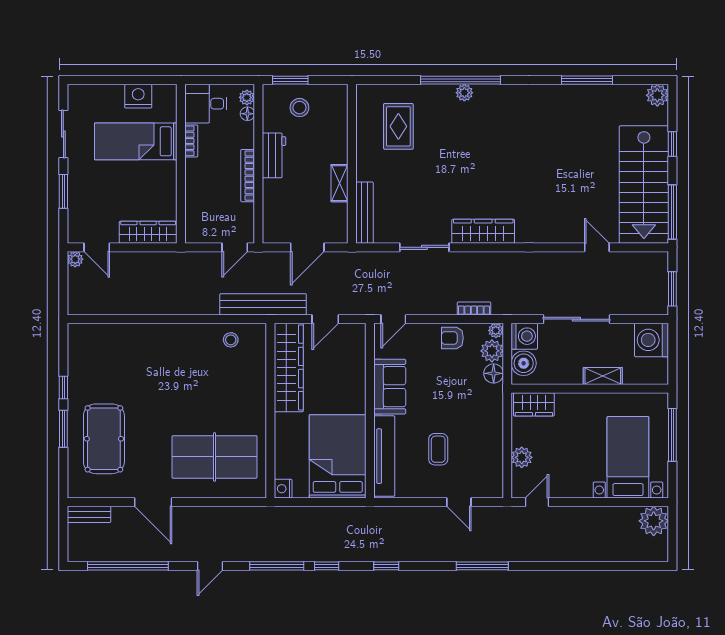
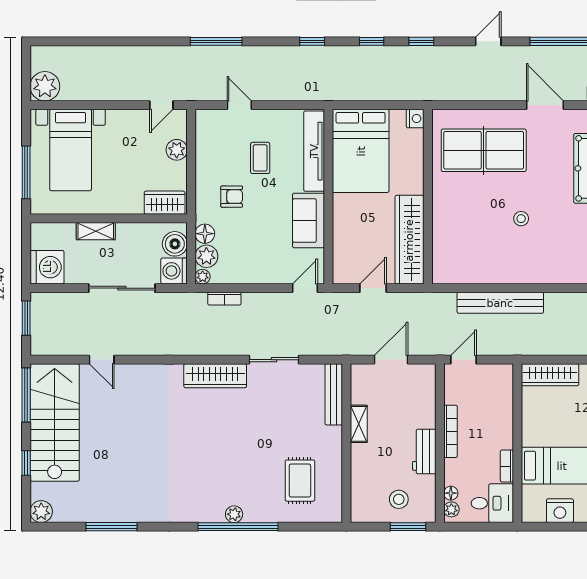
bench: (263, 304) -> (500, 303), moved
armchair: (452, 338) -> (232, 197), moved
stool: (231, 340) -> (521, 219), moved
window: (277, 566) -> (421, 41), width x0.46

